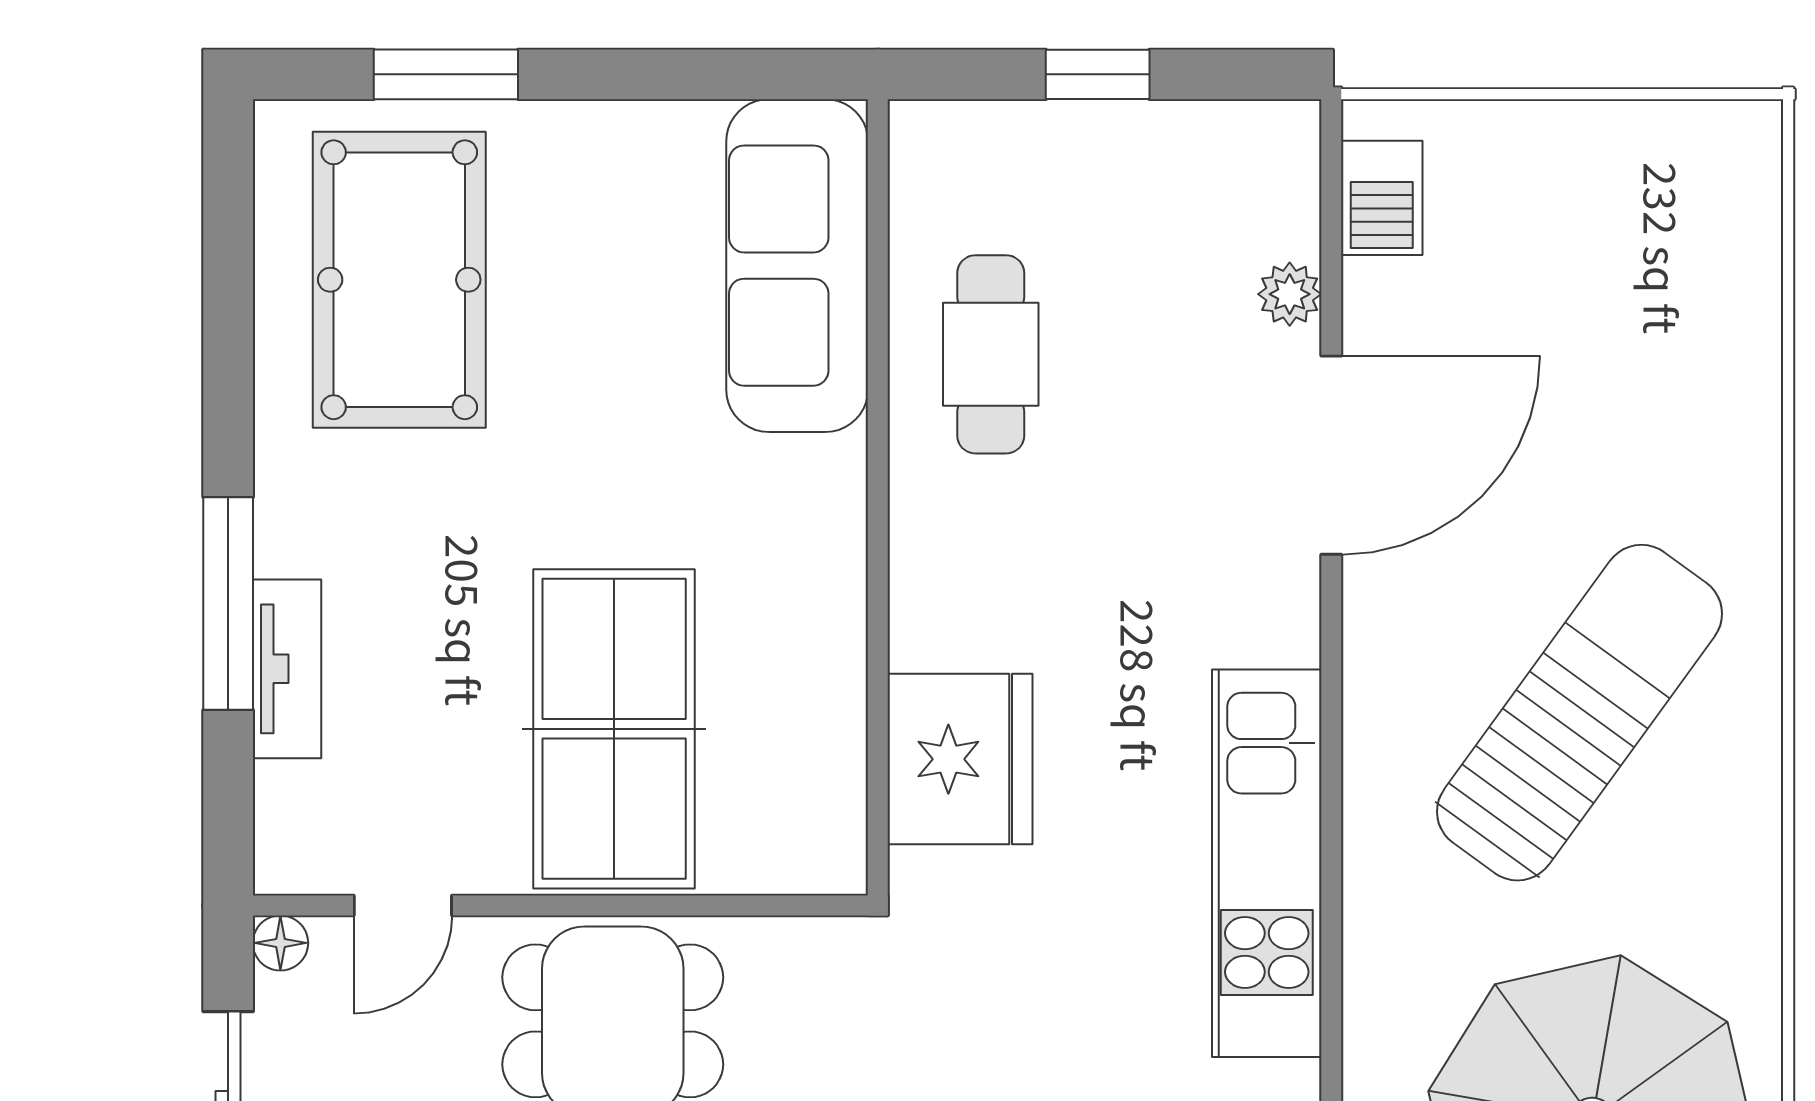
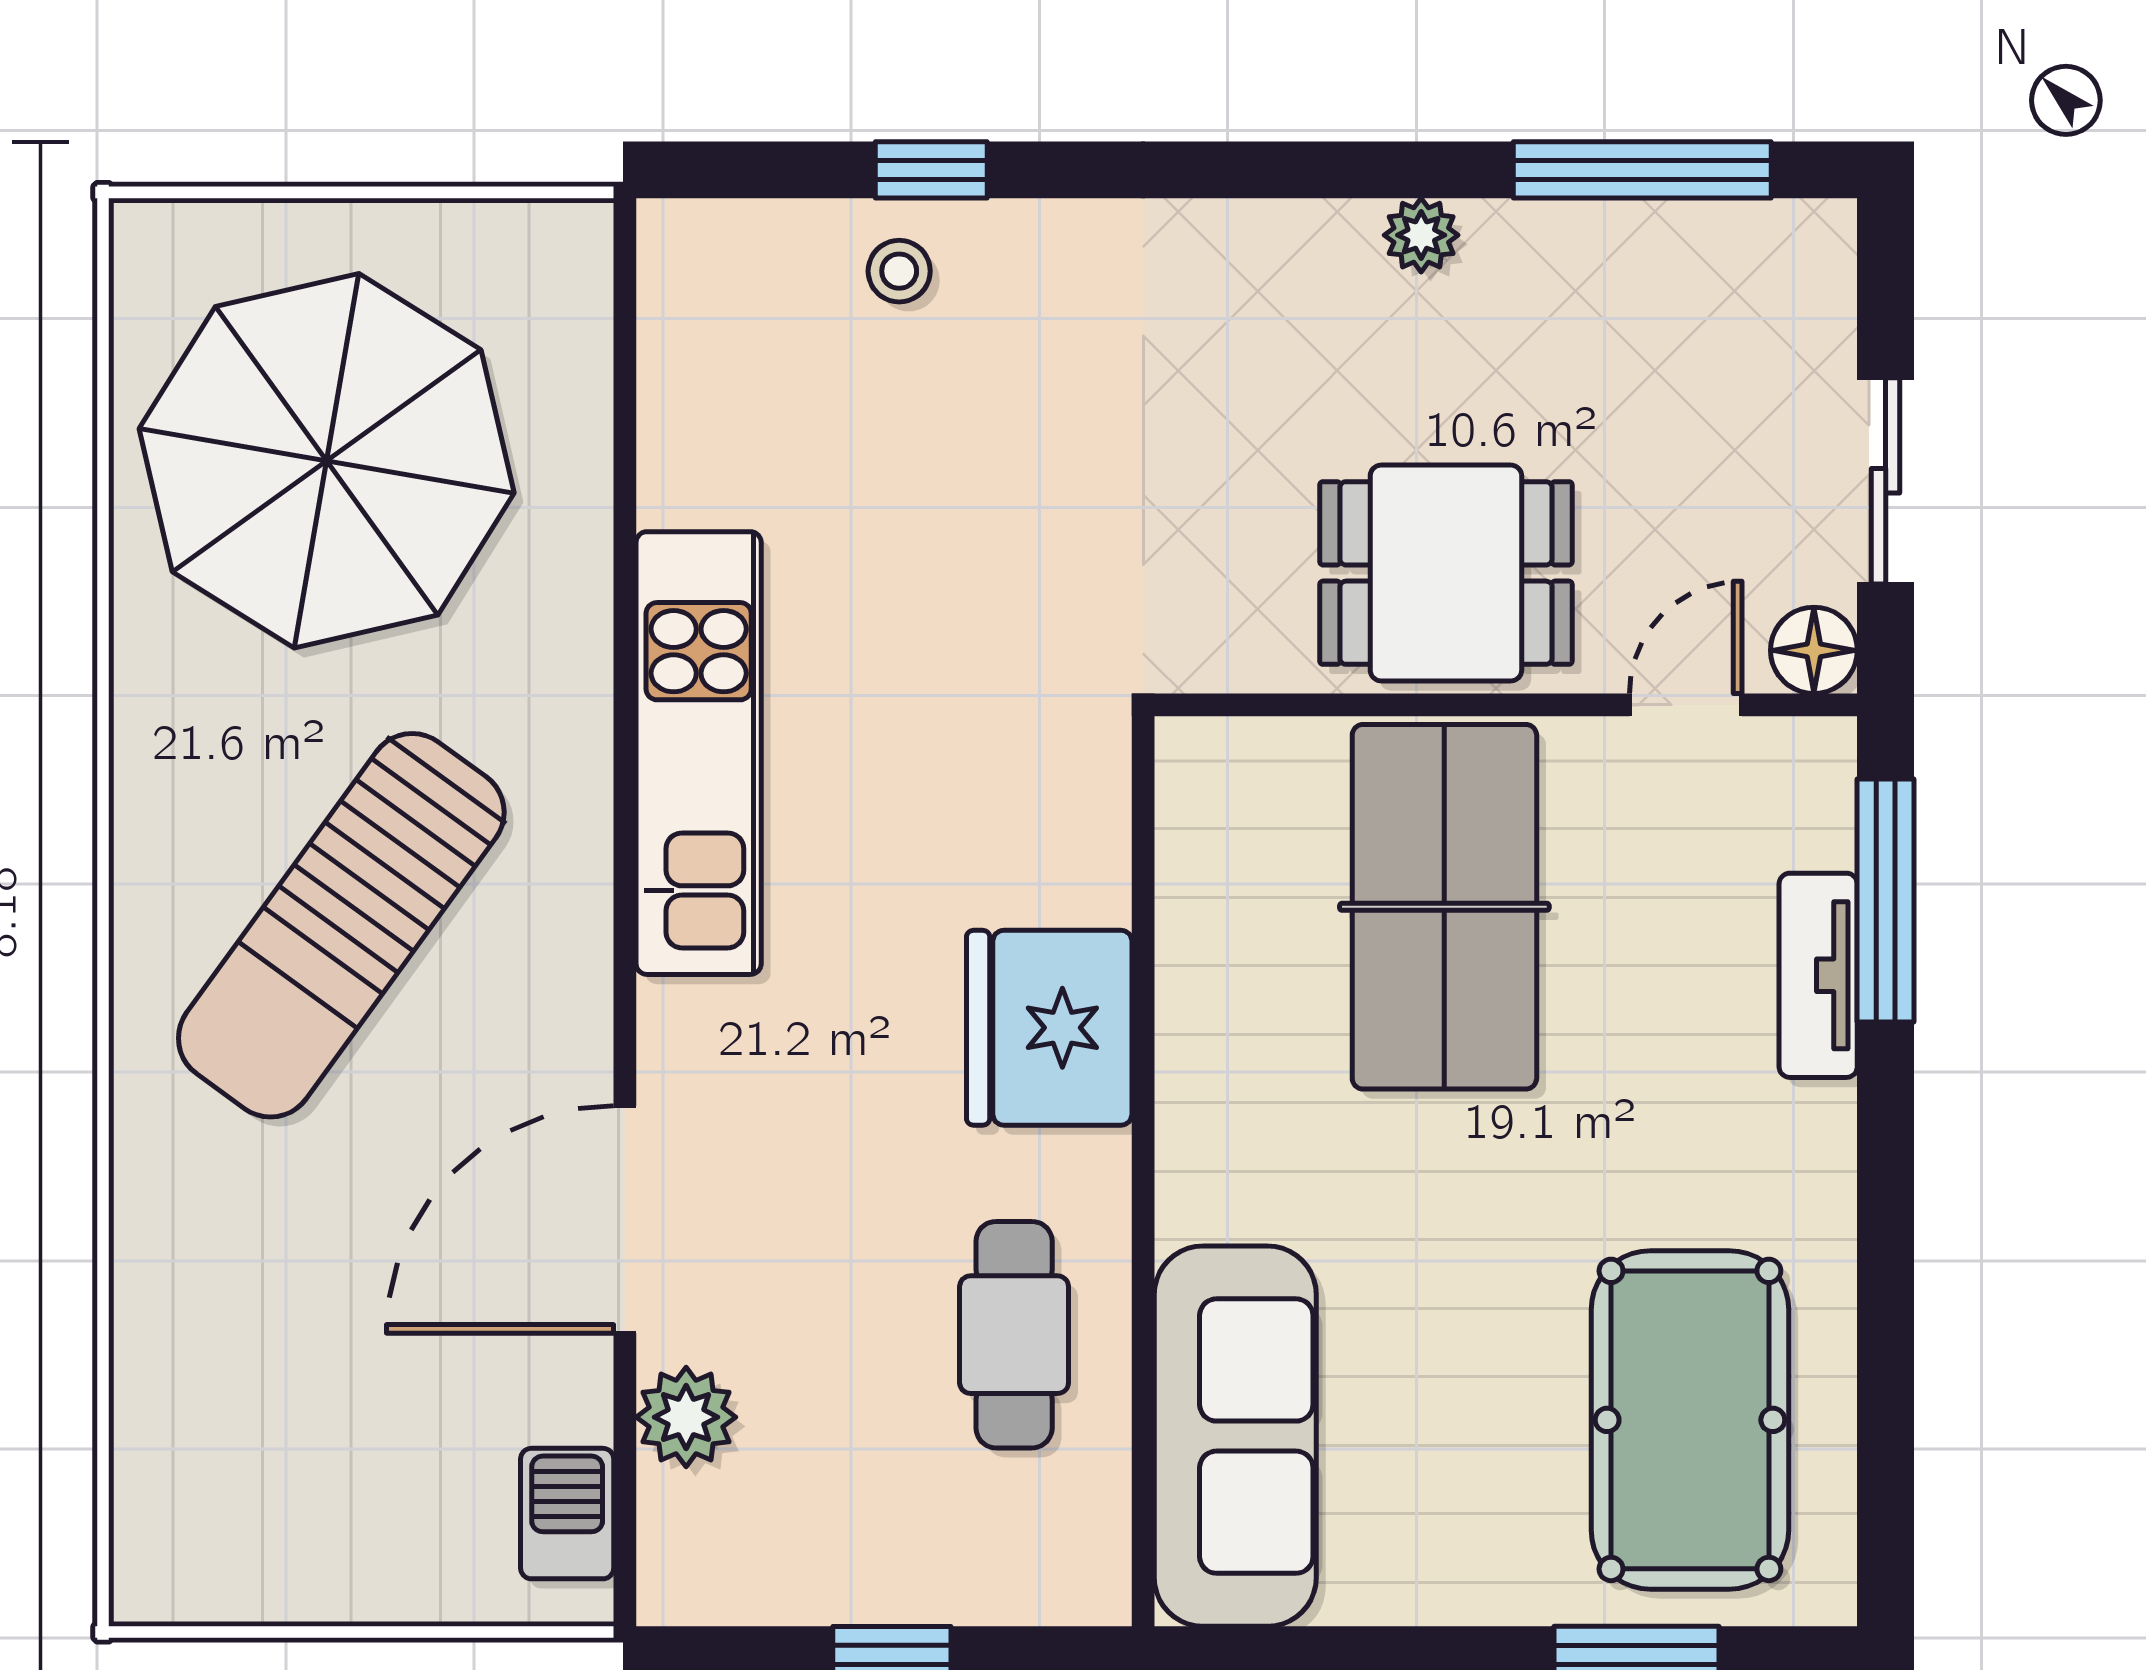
plant: (1290, 294) -> (686, 1417), width x1.38, depth x1.38
window: (228, 604) -> (1886, 900), moved
fridge: (960, 759) -> (1049, 1028), moved
floor lamp: (280, 943) -> (1814, 650), width x1.37, depth x1.37

